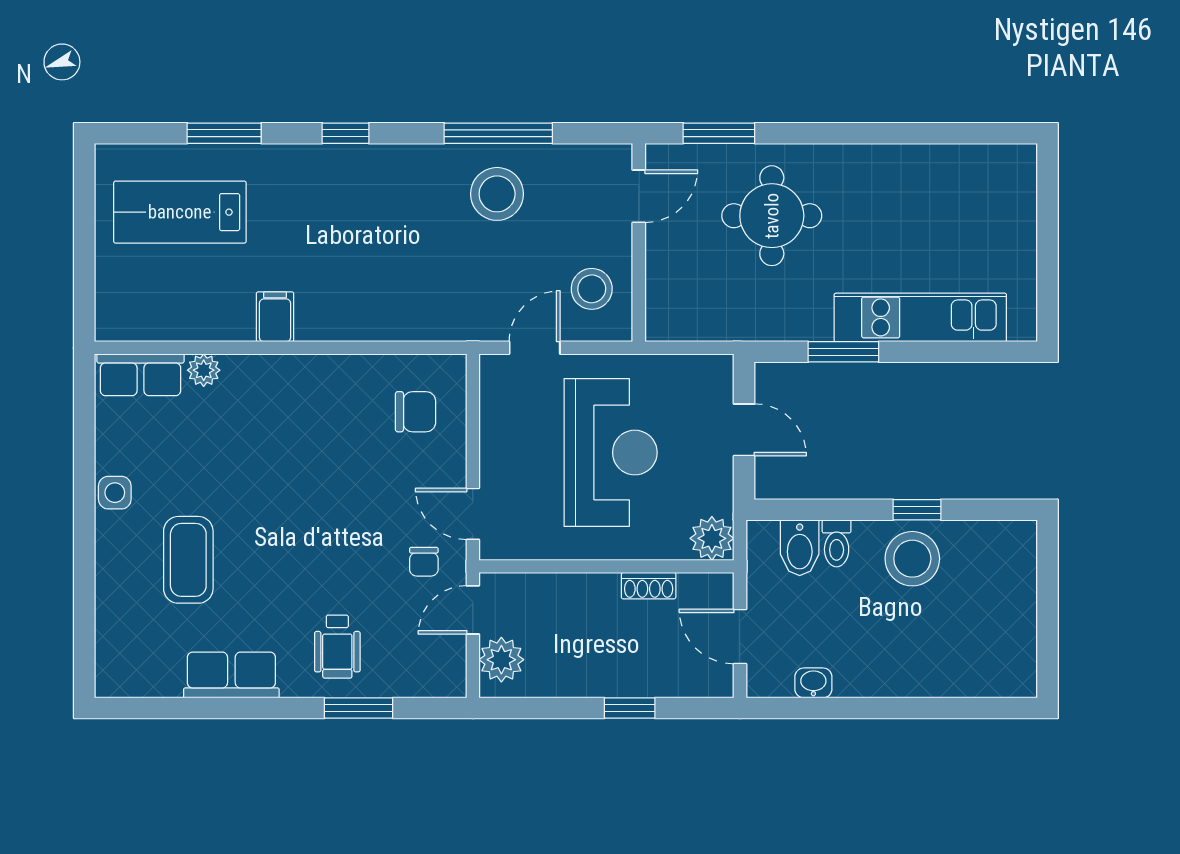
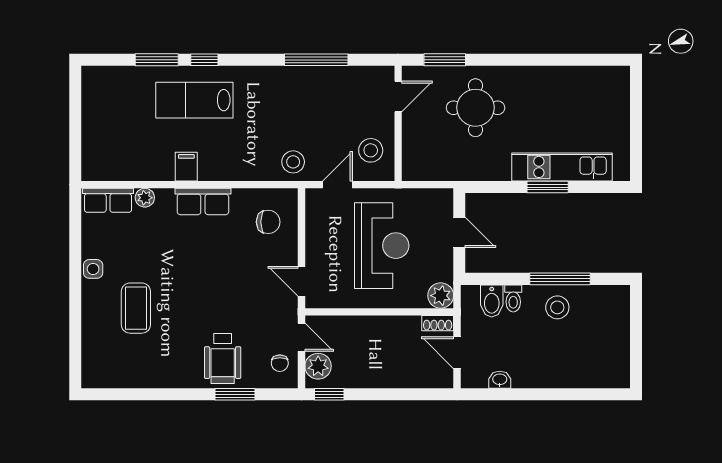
window: (346, 133) -> (204, 60), moved
stool: (497, 194) -> (293, 162), moved, width x0.73, depth x0.73
lab bench: (180, 212) -> (194, 100), moved
window: (843, 352) -> (548, 187), moved
window: (917, 510) -> (560, 279), width x2.17
stool: (912, 559) -> (557, 307), width x0.73, depth x0.73
chair: (424, 562) -> (280, 363), moved
shoe rack: (649, 586) -> (438, 323), moved
door: (473, 610) -> (301, 337), swing flipped
wheelchair: (337, 647) -> (223, 359), width x1.36, depth x1.37
row of seats: (231, 675) -> (203, 202), moved, turned 180
window: (630, 708) -> (329, 394), moved

